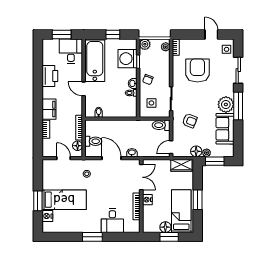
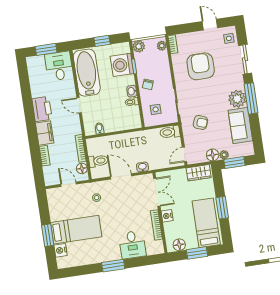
printer: (50, 76) -> (42, 109), moved
floor lamp: (165, 227) -> (179, 245), moved

